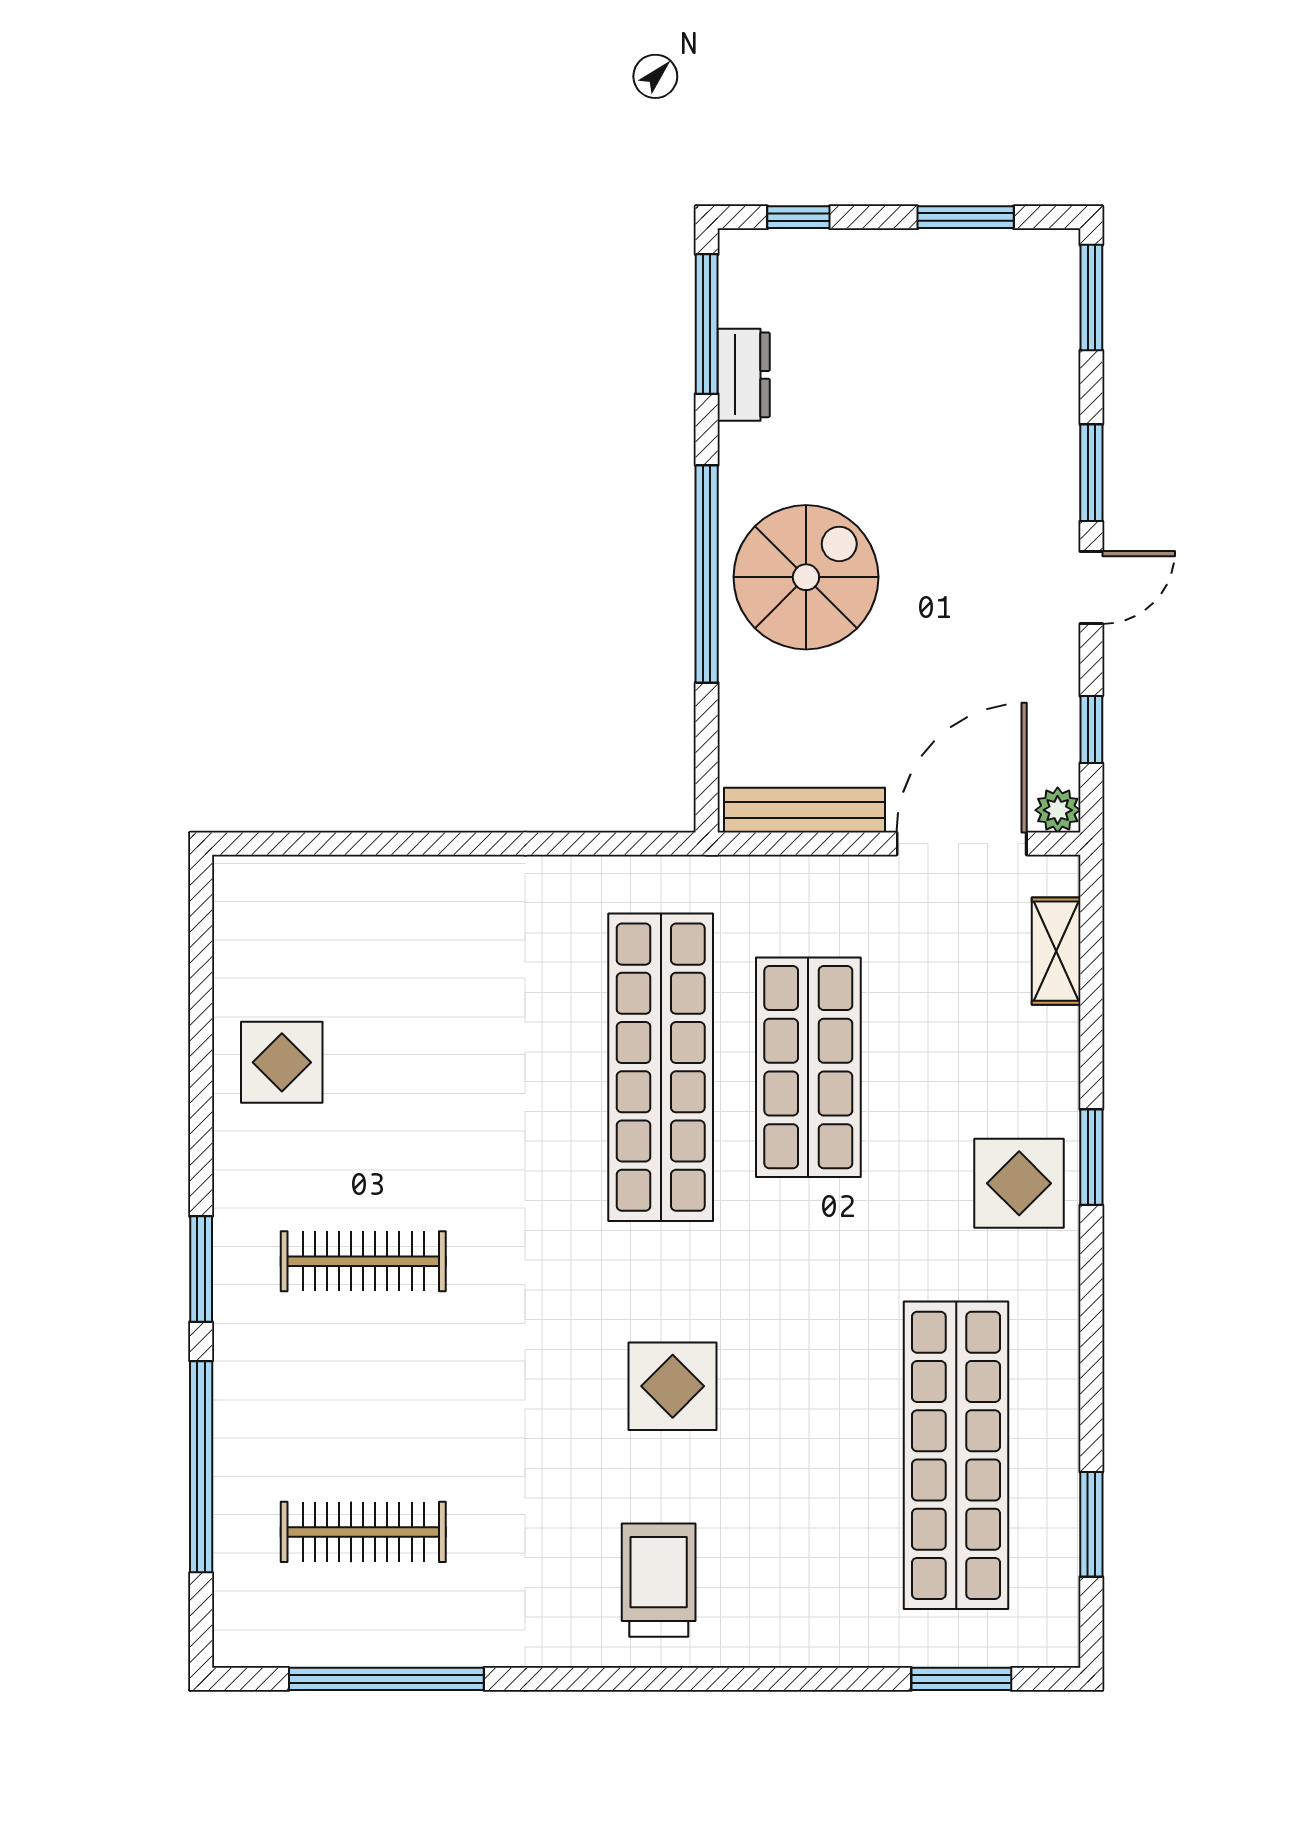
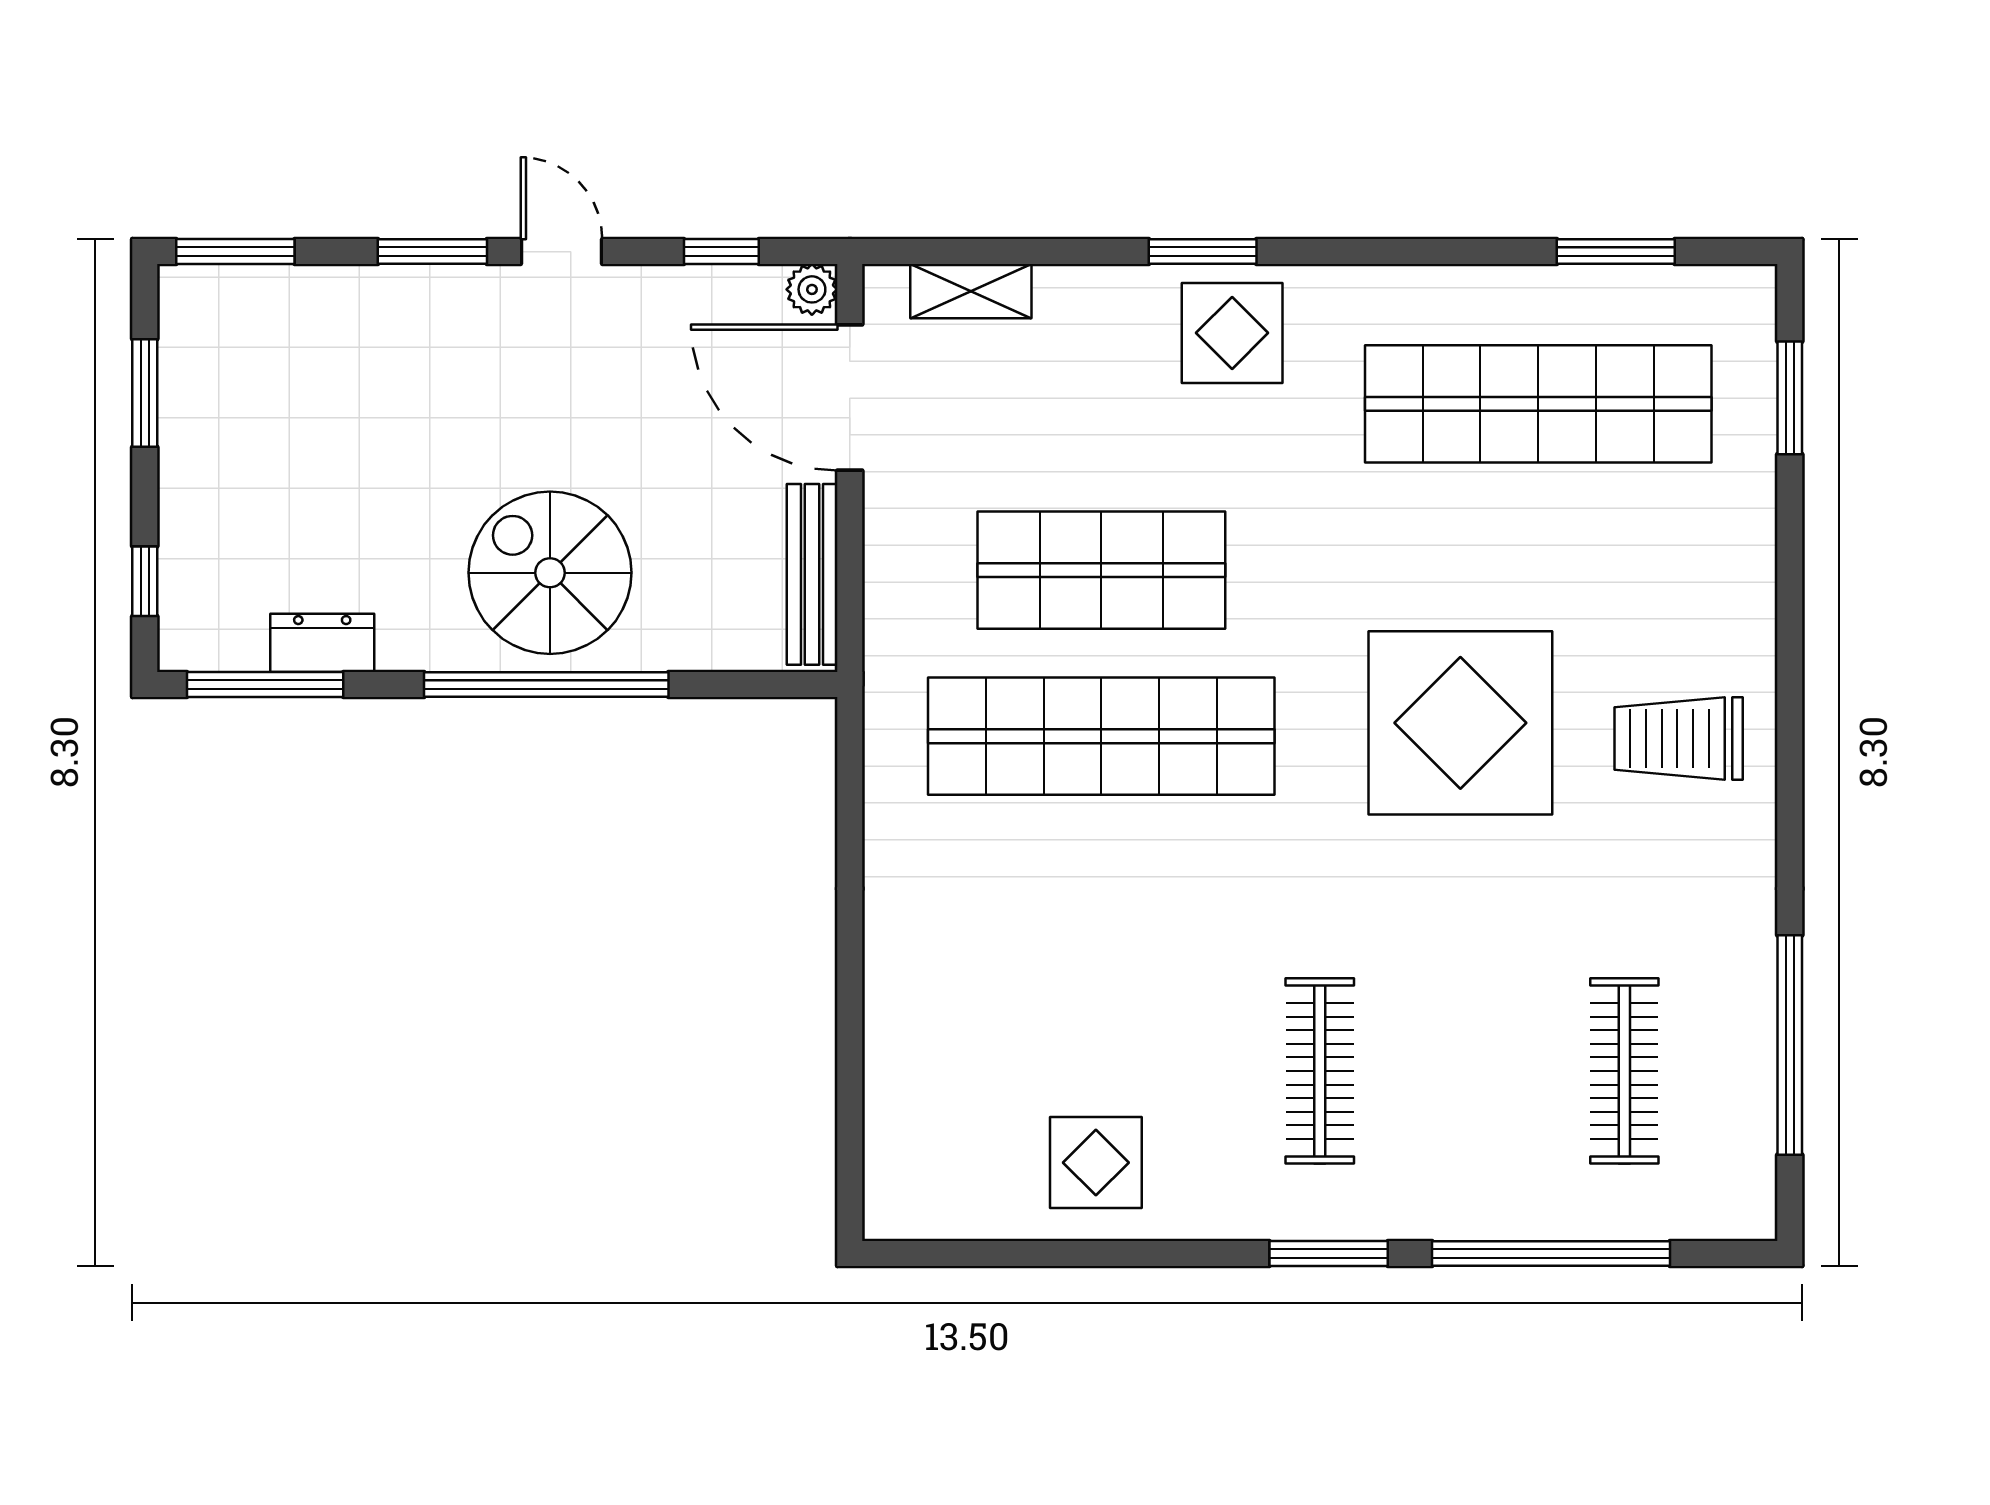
display table: (673, 1386) -> (1460, 723), width x1.86, depth x1.86

